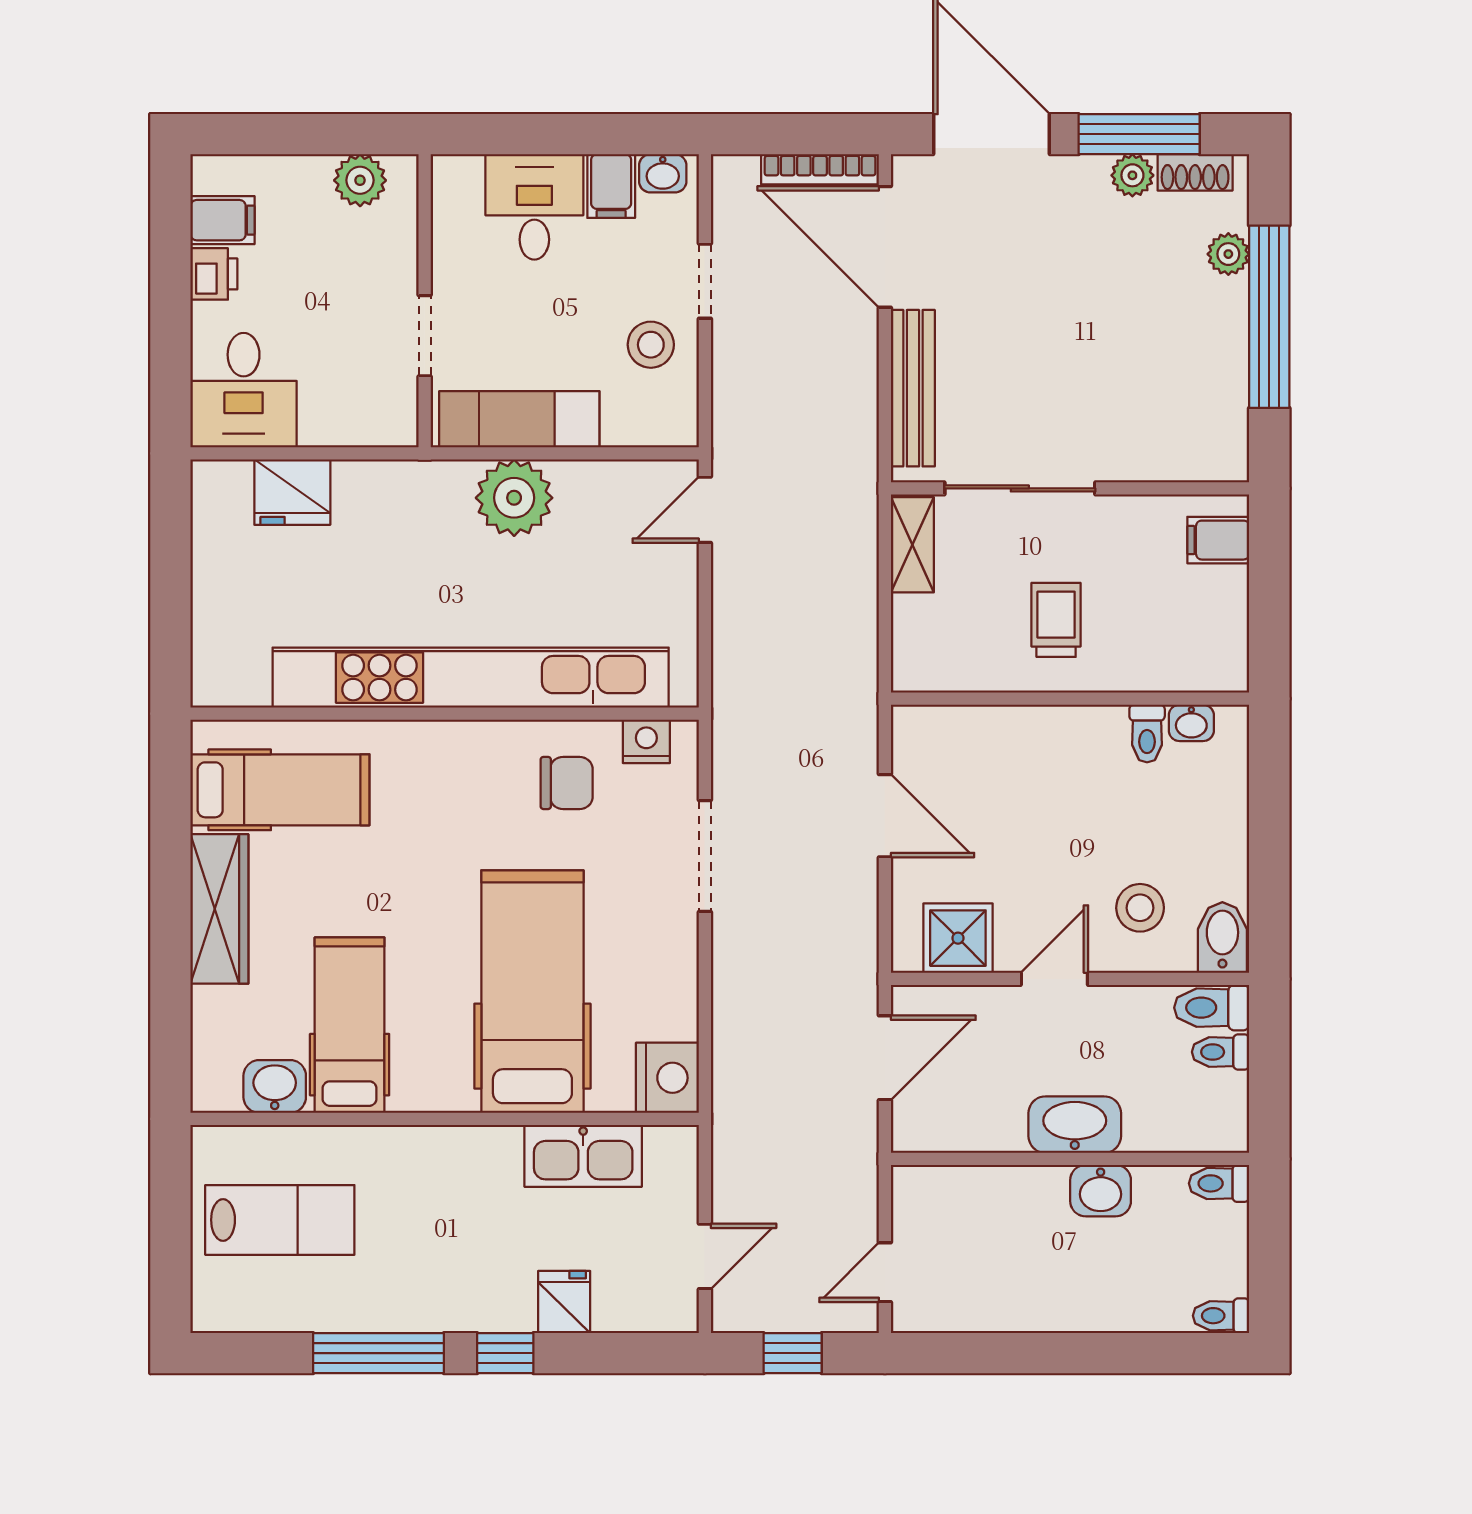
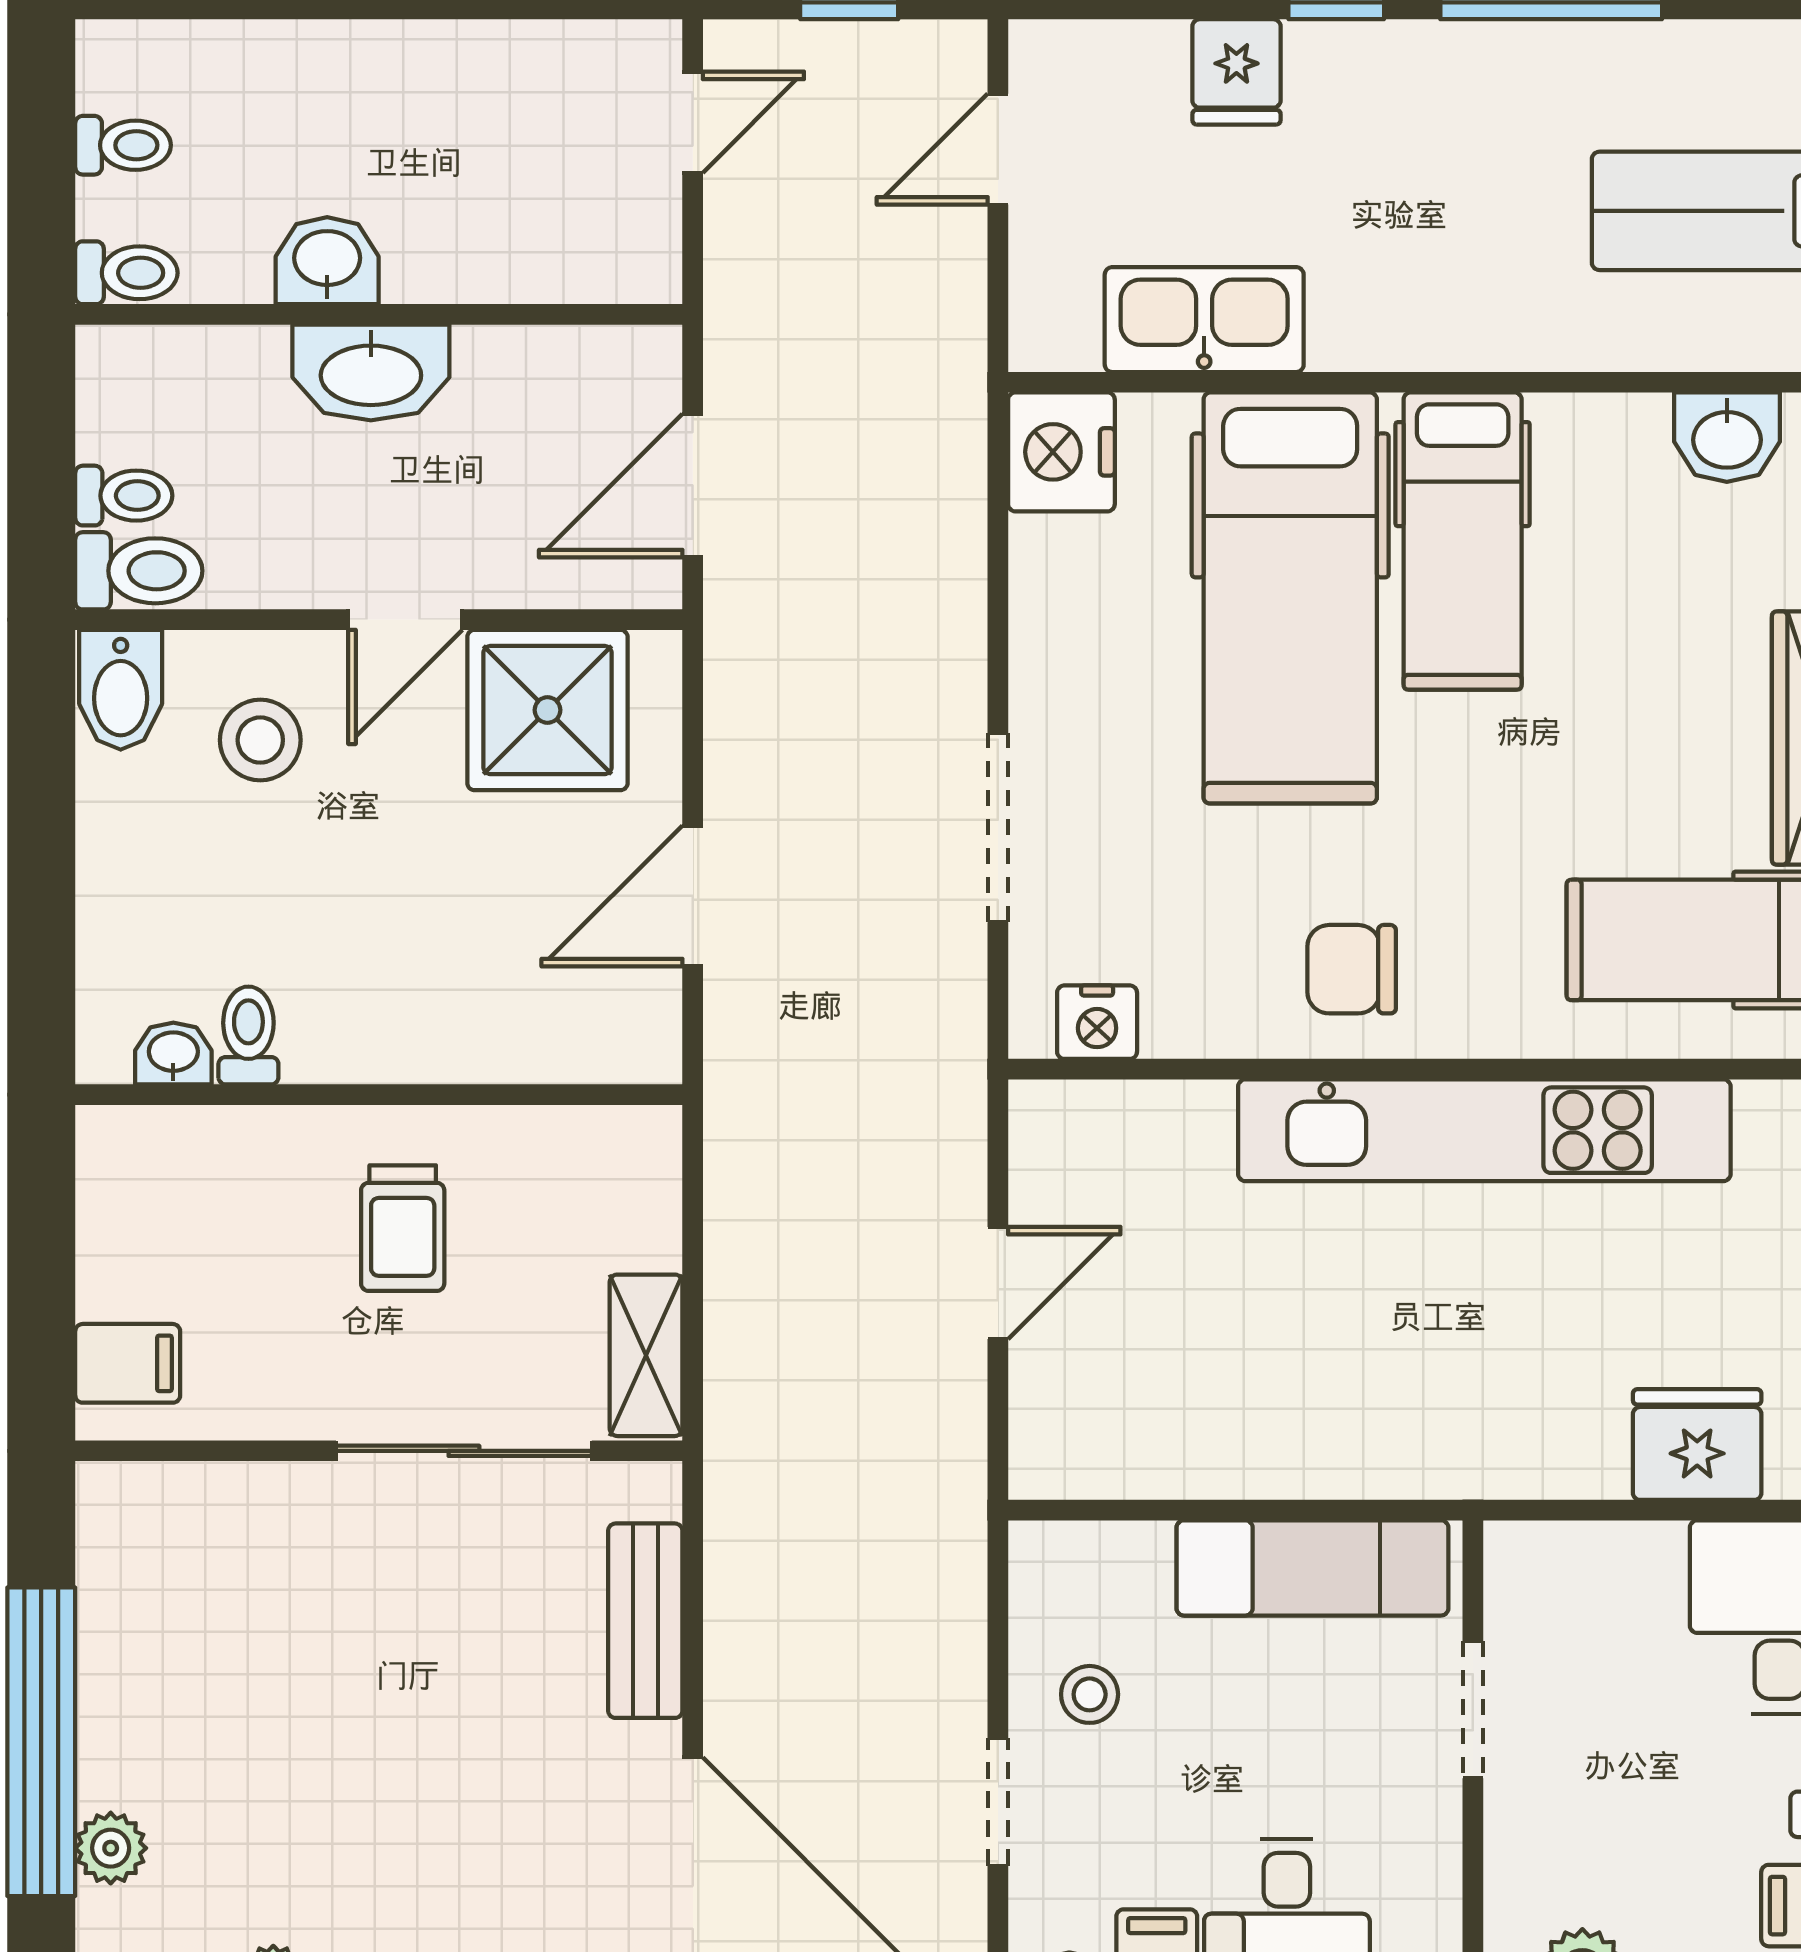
stool: (651, 345) -> (1090, 1694), width x0.73, depth x0.73
bench: (913, 388) -> (645, 1621), width x0.73
plant: (514, 498) -> (1321, 1435), removed
door: (705, 510) -> (998, 1283), moved
kitchen unit: (471, 678) -> (1484, 1130), width x0.73
chair: (567, 783) -> (1352, 969), moved
door: (885, 816) -> (693, 896), hinge flipped
shower: (958, 938) -> (547, 710), width x1.36, depth x1.36
hospital bed: (350, 1025) -> (1463, 541), moved
toilet: (1221, 1316) -> (123, 145), moved

